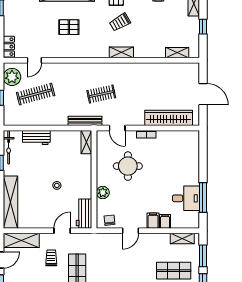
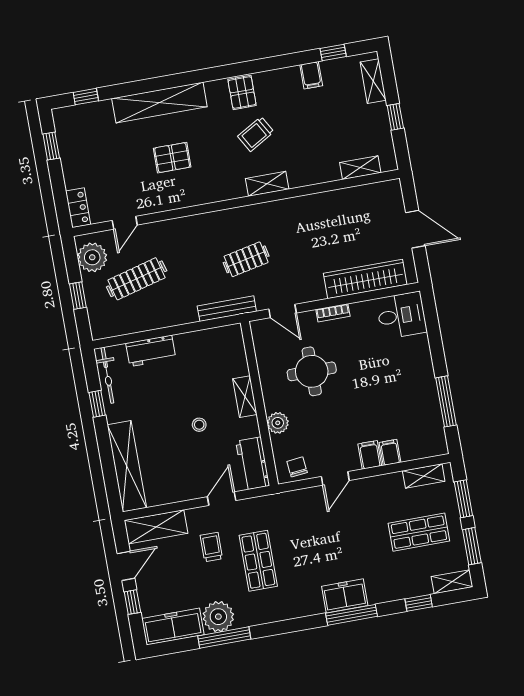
shelving: (86, 142) -> (245, 397), moved
desk: (186, 198) -> (401, 315), moved

